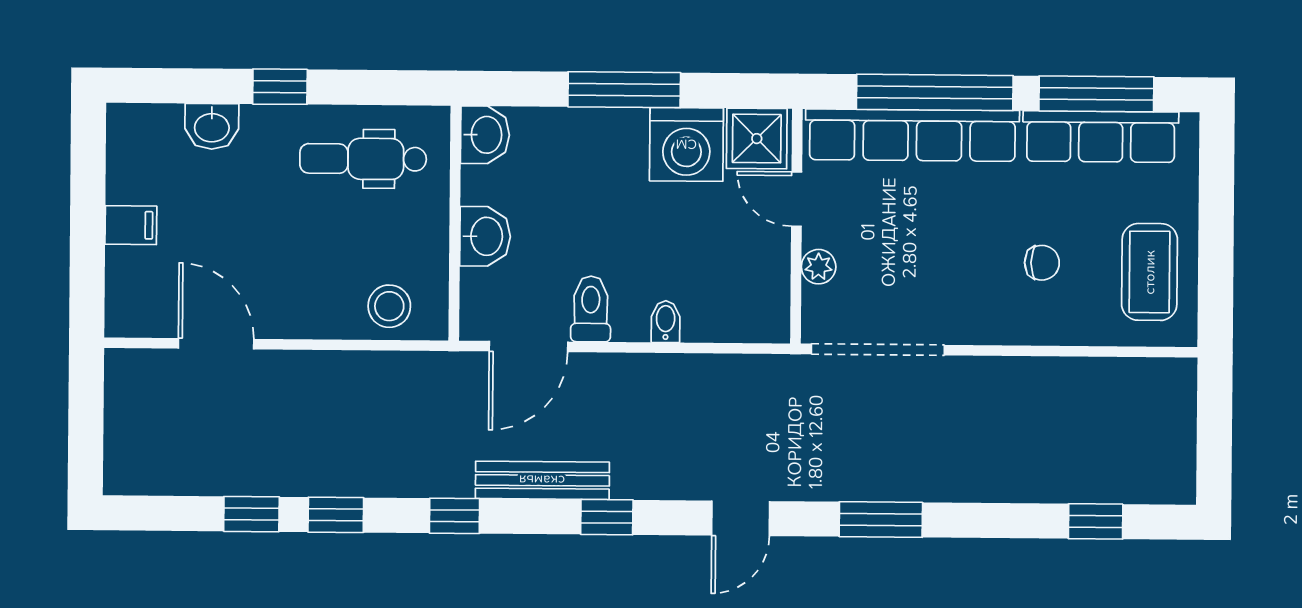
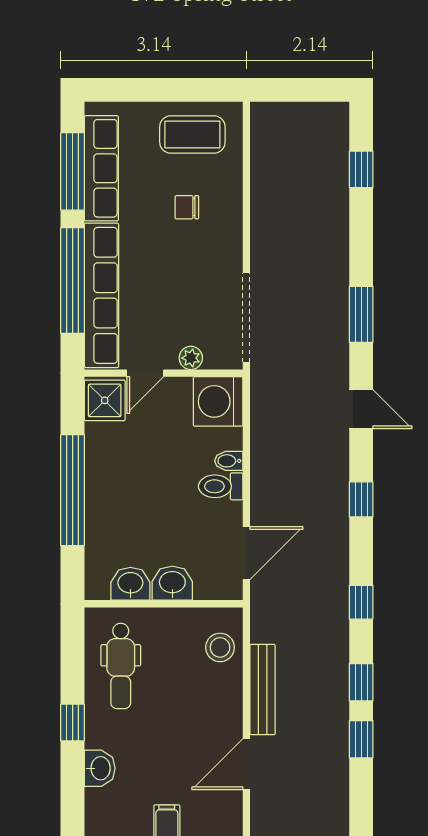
window: (624, 90) -> (73, 490), width x1.46
washbasin: (485, 135) -> (130, 584), moved
washing machine: (686, 144) -> (218, 401), moved, turned 180
chair: (1042, 263) -> (187, 207), turned -90
toilet: (591, 309) -> (221, 486), moved
door: (529, 346) -> (246, 553), hinge flipped
bench: (542, 480) -> (263, 690), moved

